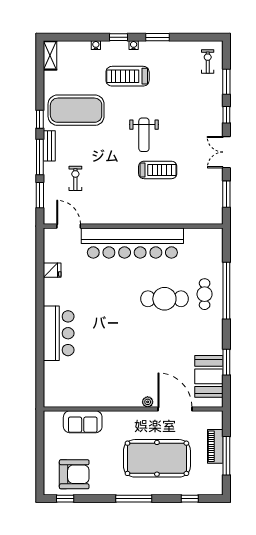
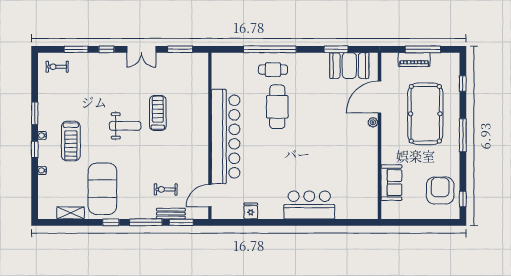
shelving: (50, 55) -> (71, 213), moved
bench: (49, 146) -> (171, 214), moved

